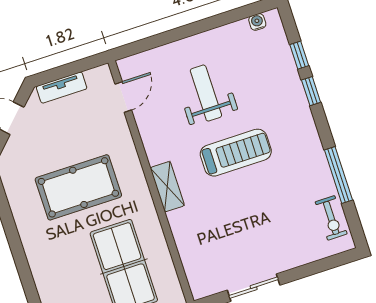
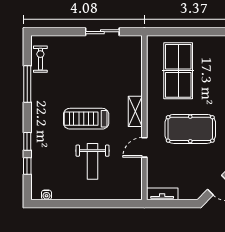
tv unit: (62, 88) -> (162, 194), moved
door: (123, 97) -> (144, 147), moved

